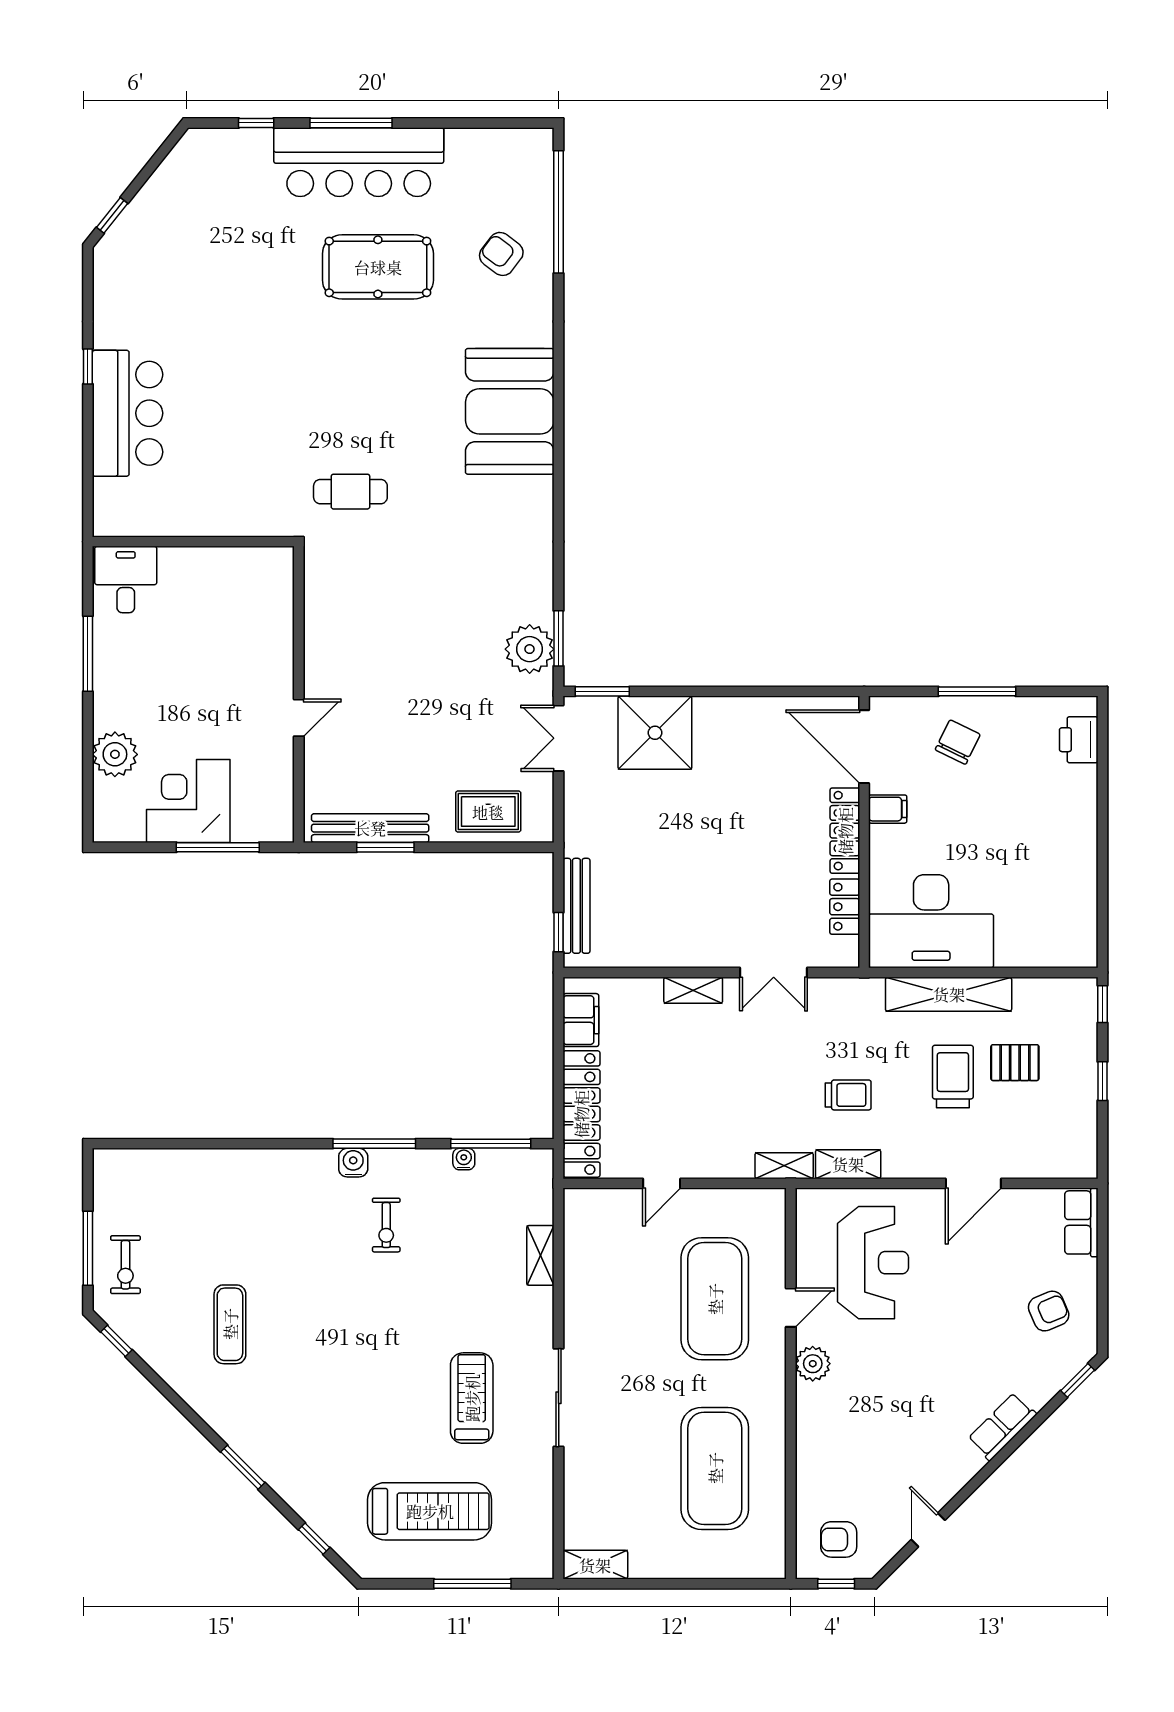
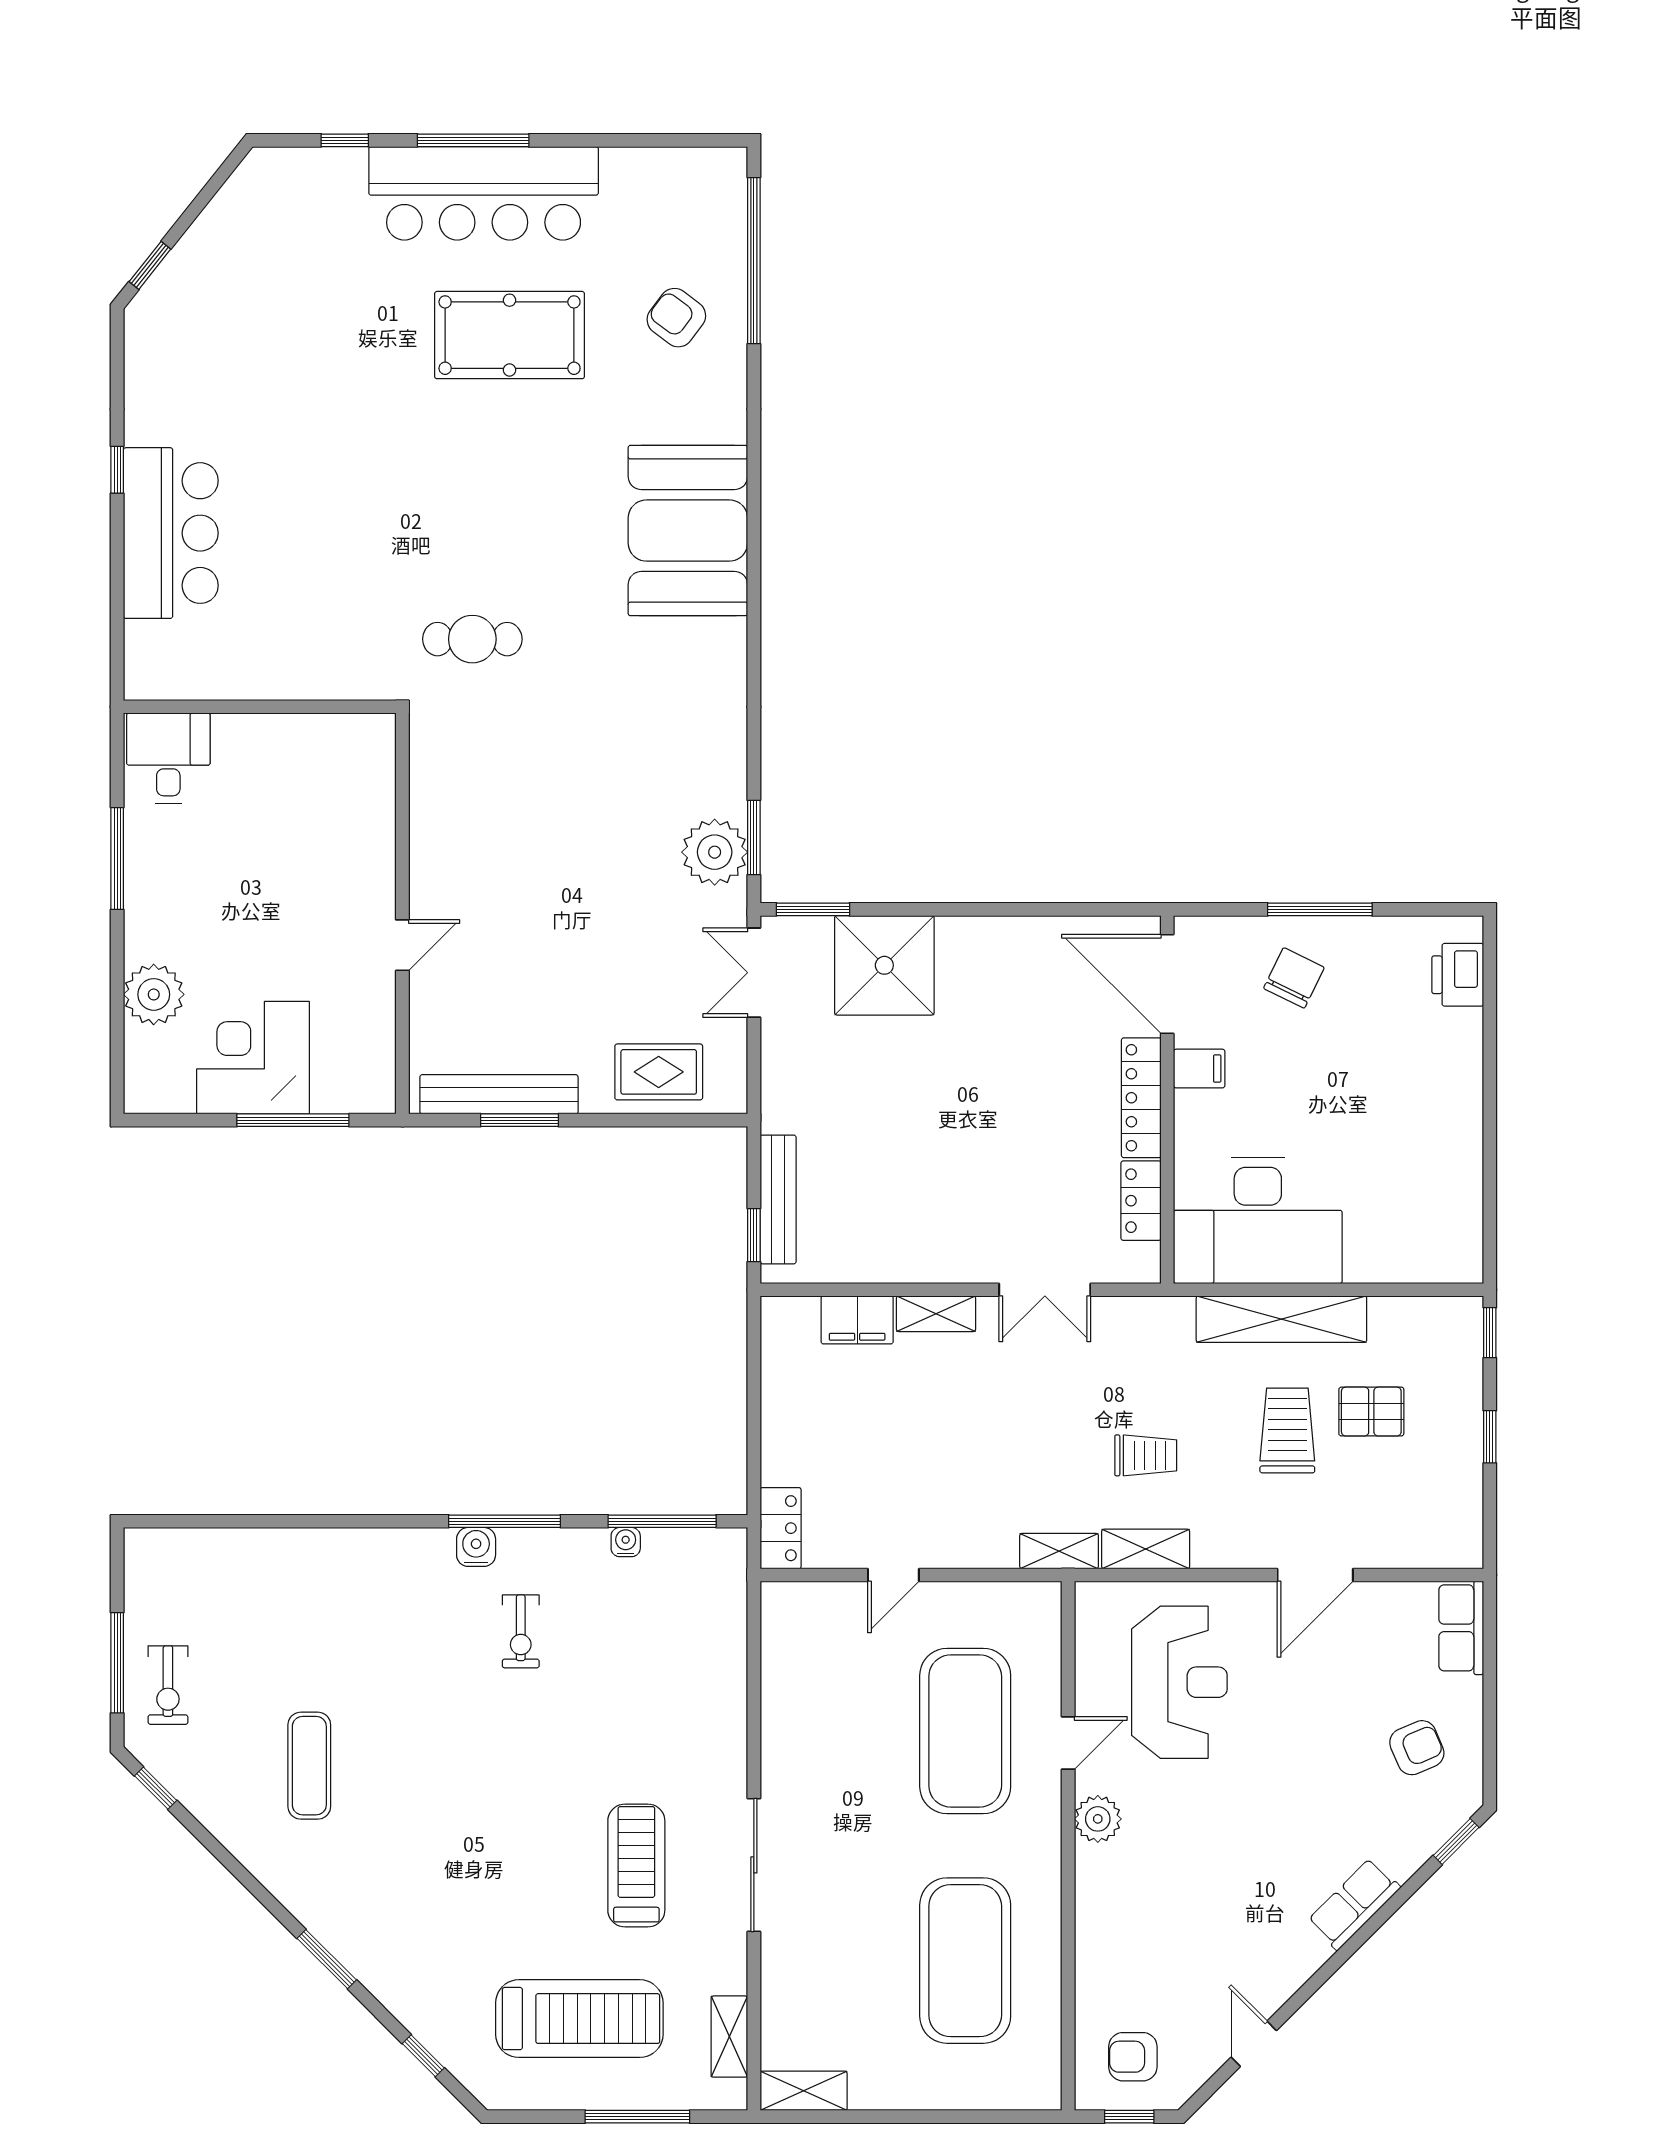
filing cabinet: (581, 1020) -> (857, 1320), moved, turned 90
locker: (581, 1114) -> (781, 1528), width x0.46, depth x0.83
shelving: (540, 1255) -> (729, 2037), moved

